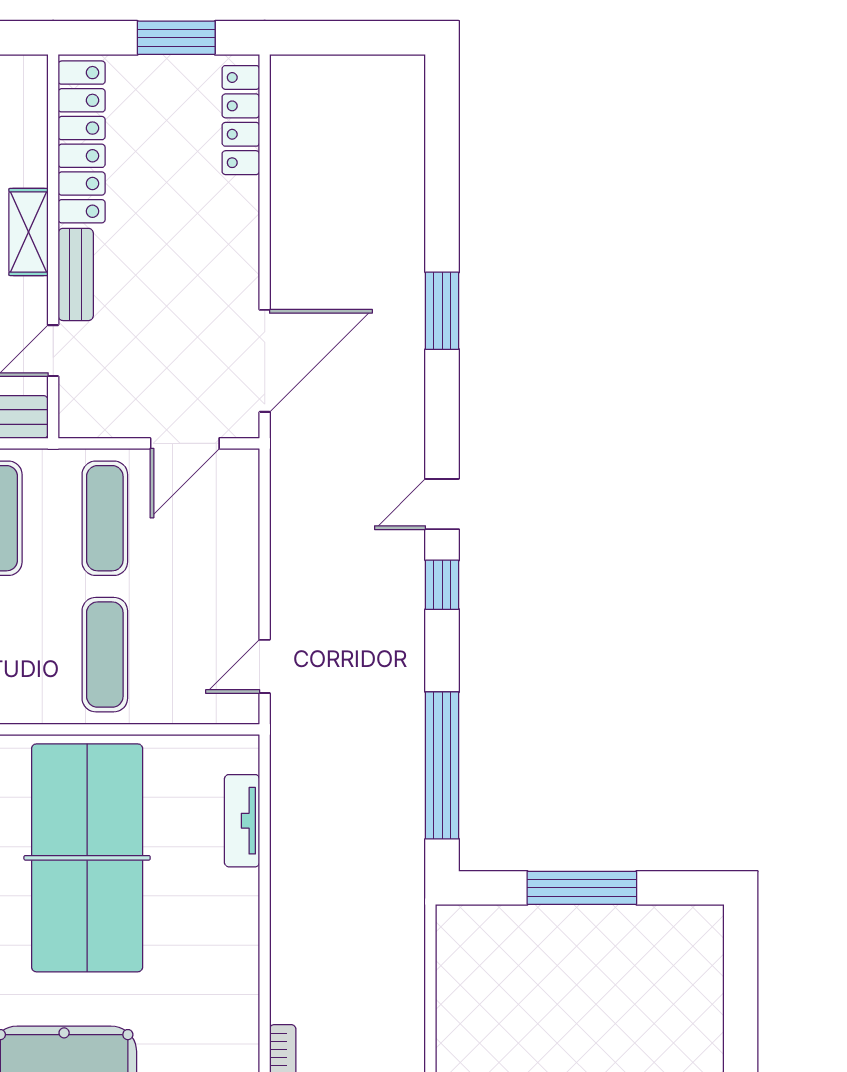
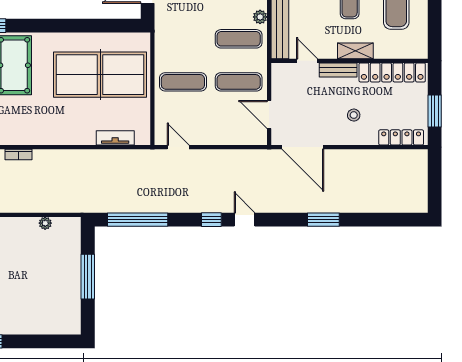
stool: (186, 236) -> (354, 115), added
plant: (451, 992) -> (45, 223), added

